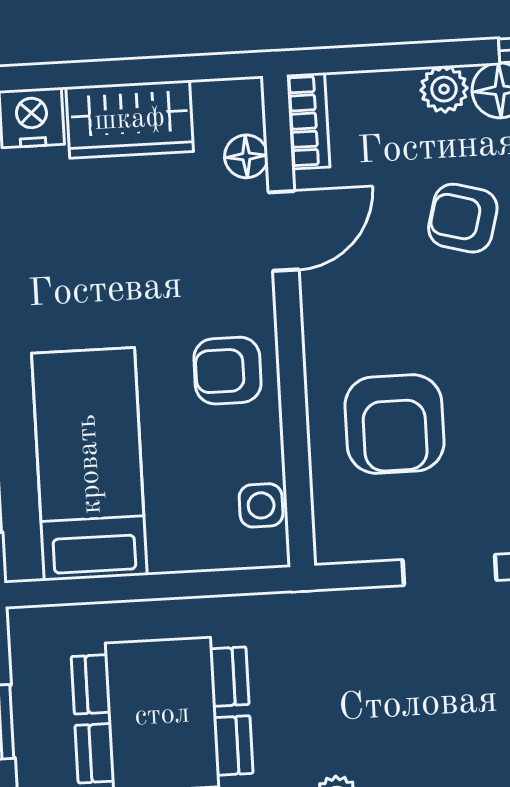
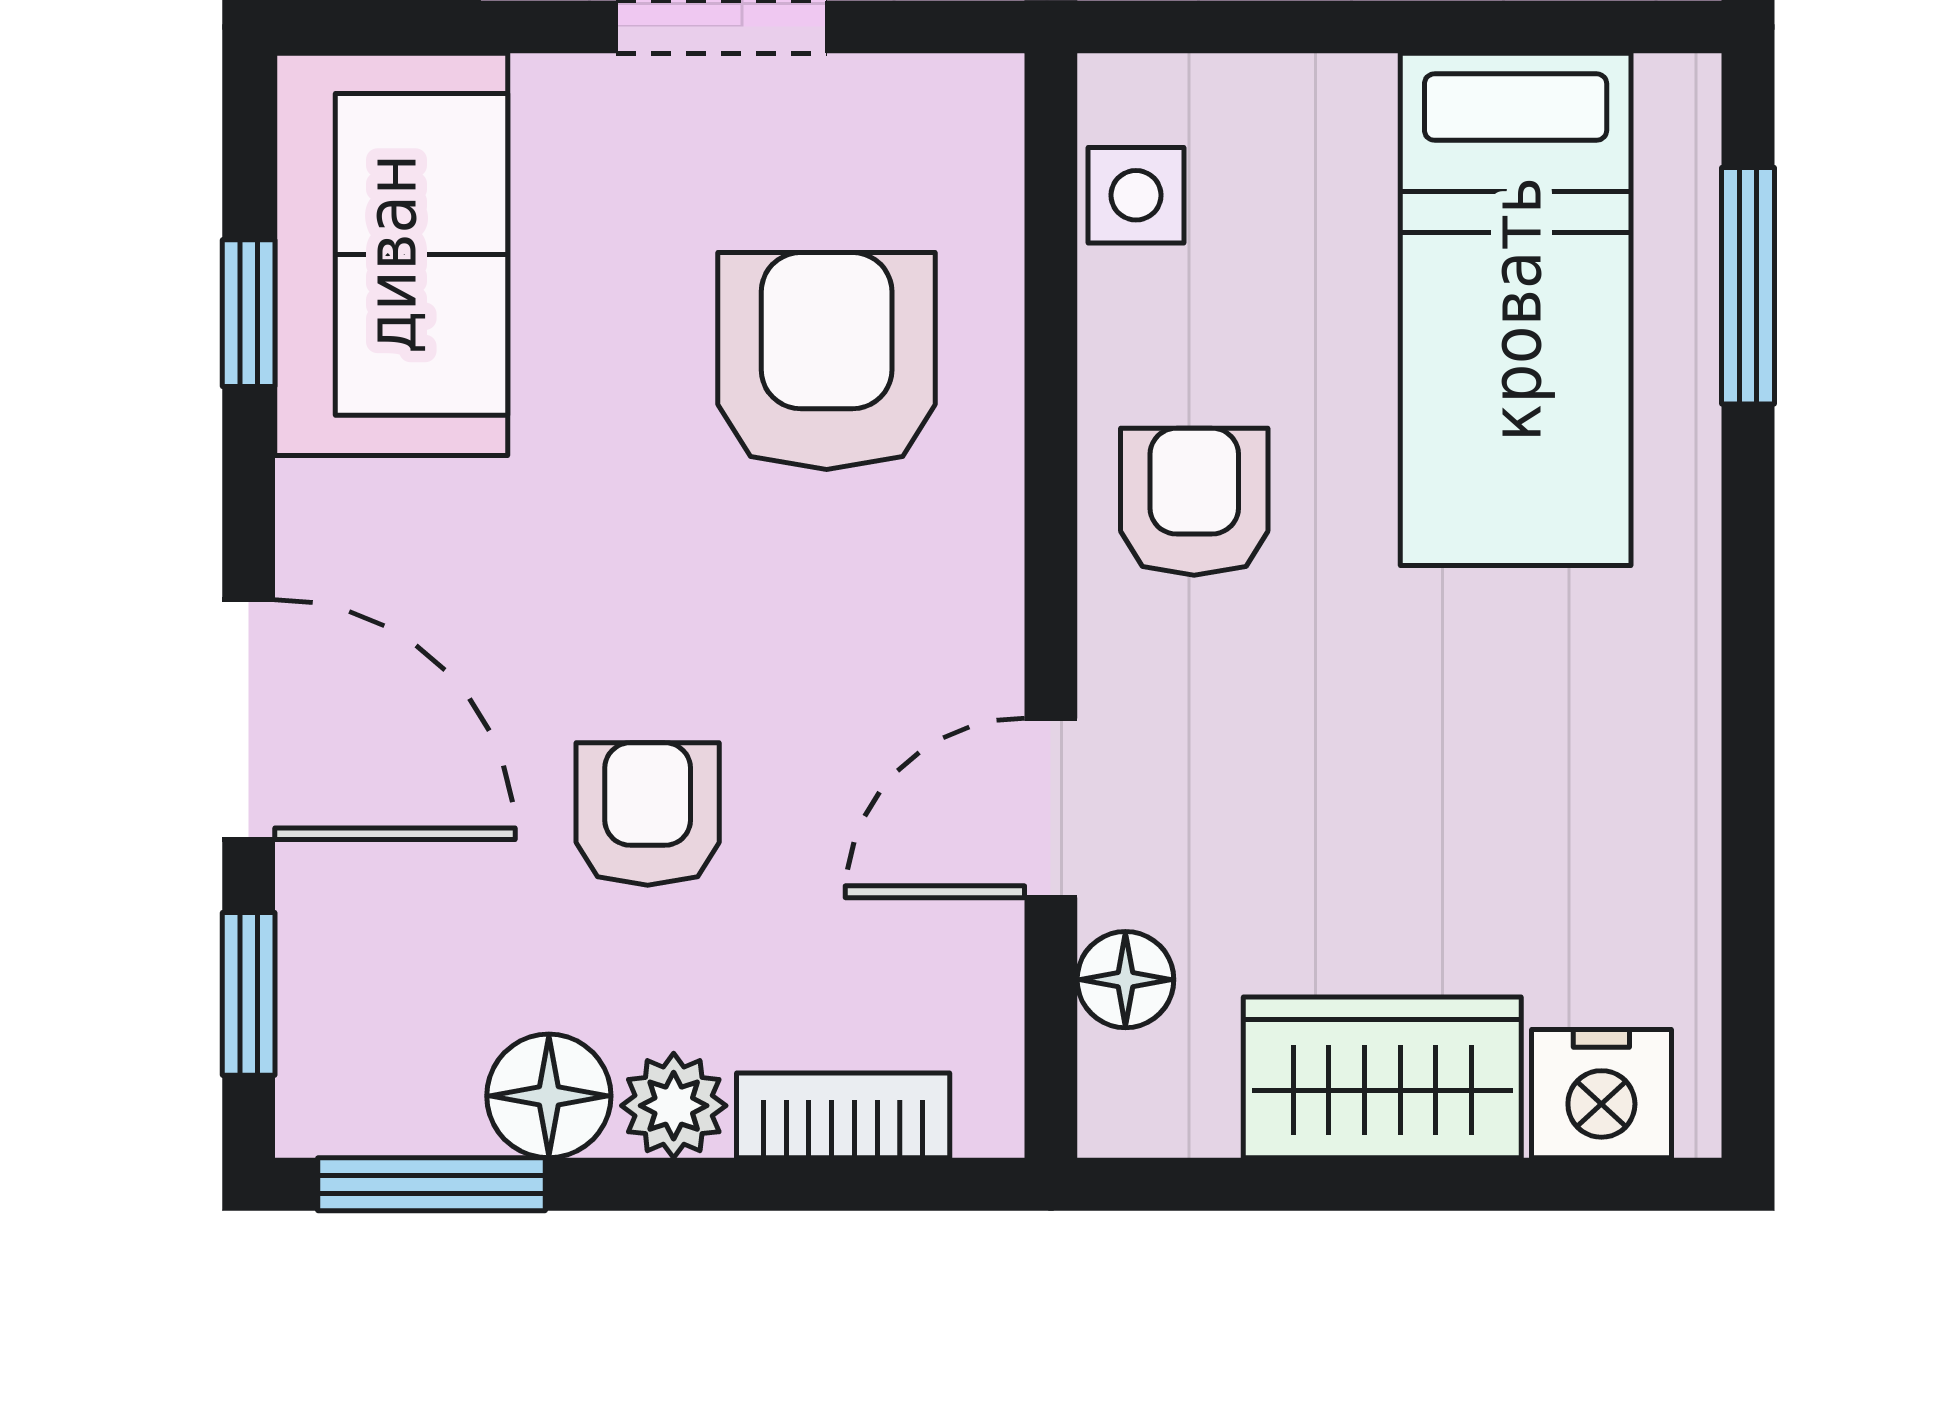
bookcase: (308, 121) -> (843, 1115), moved, turned 90
armchair: (463, 218) -> (648, 814), turned -105
armchair: (228, 371) -> (1194, 502), turned -90

